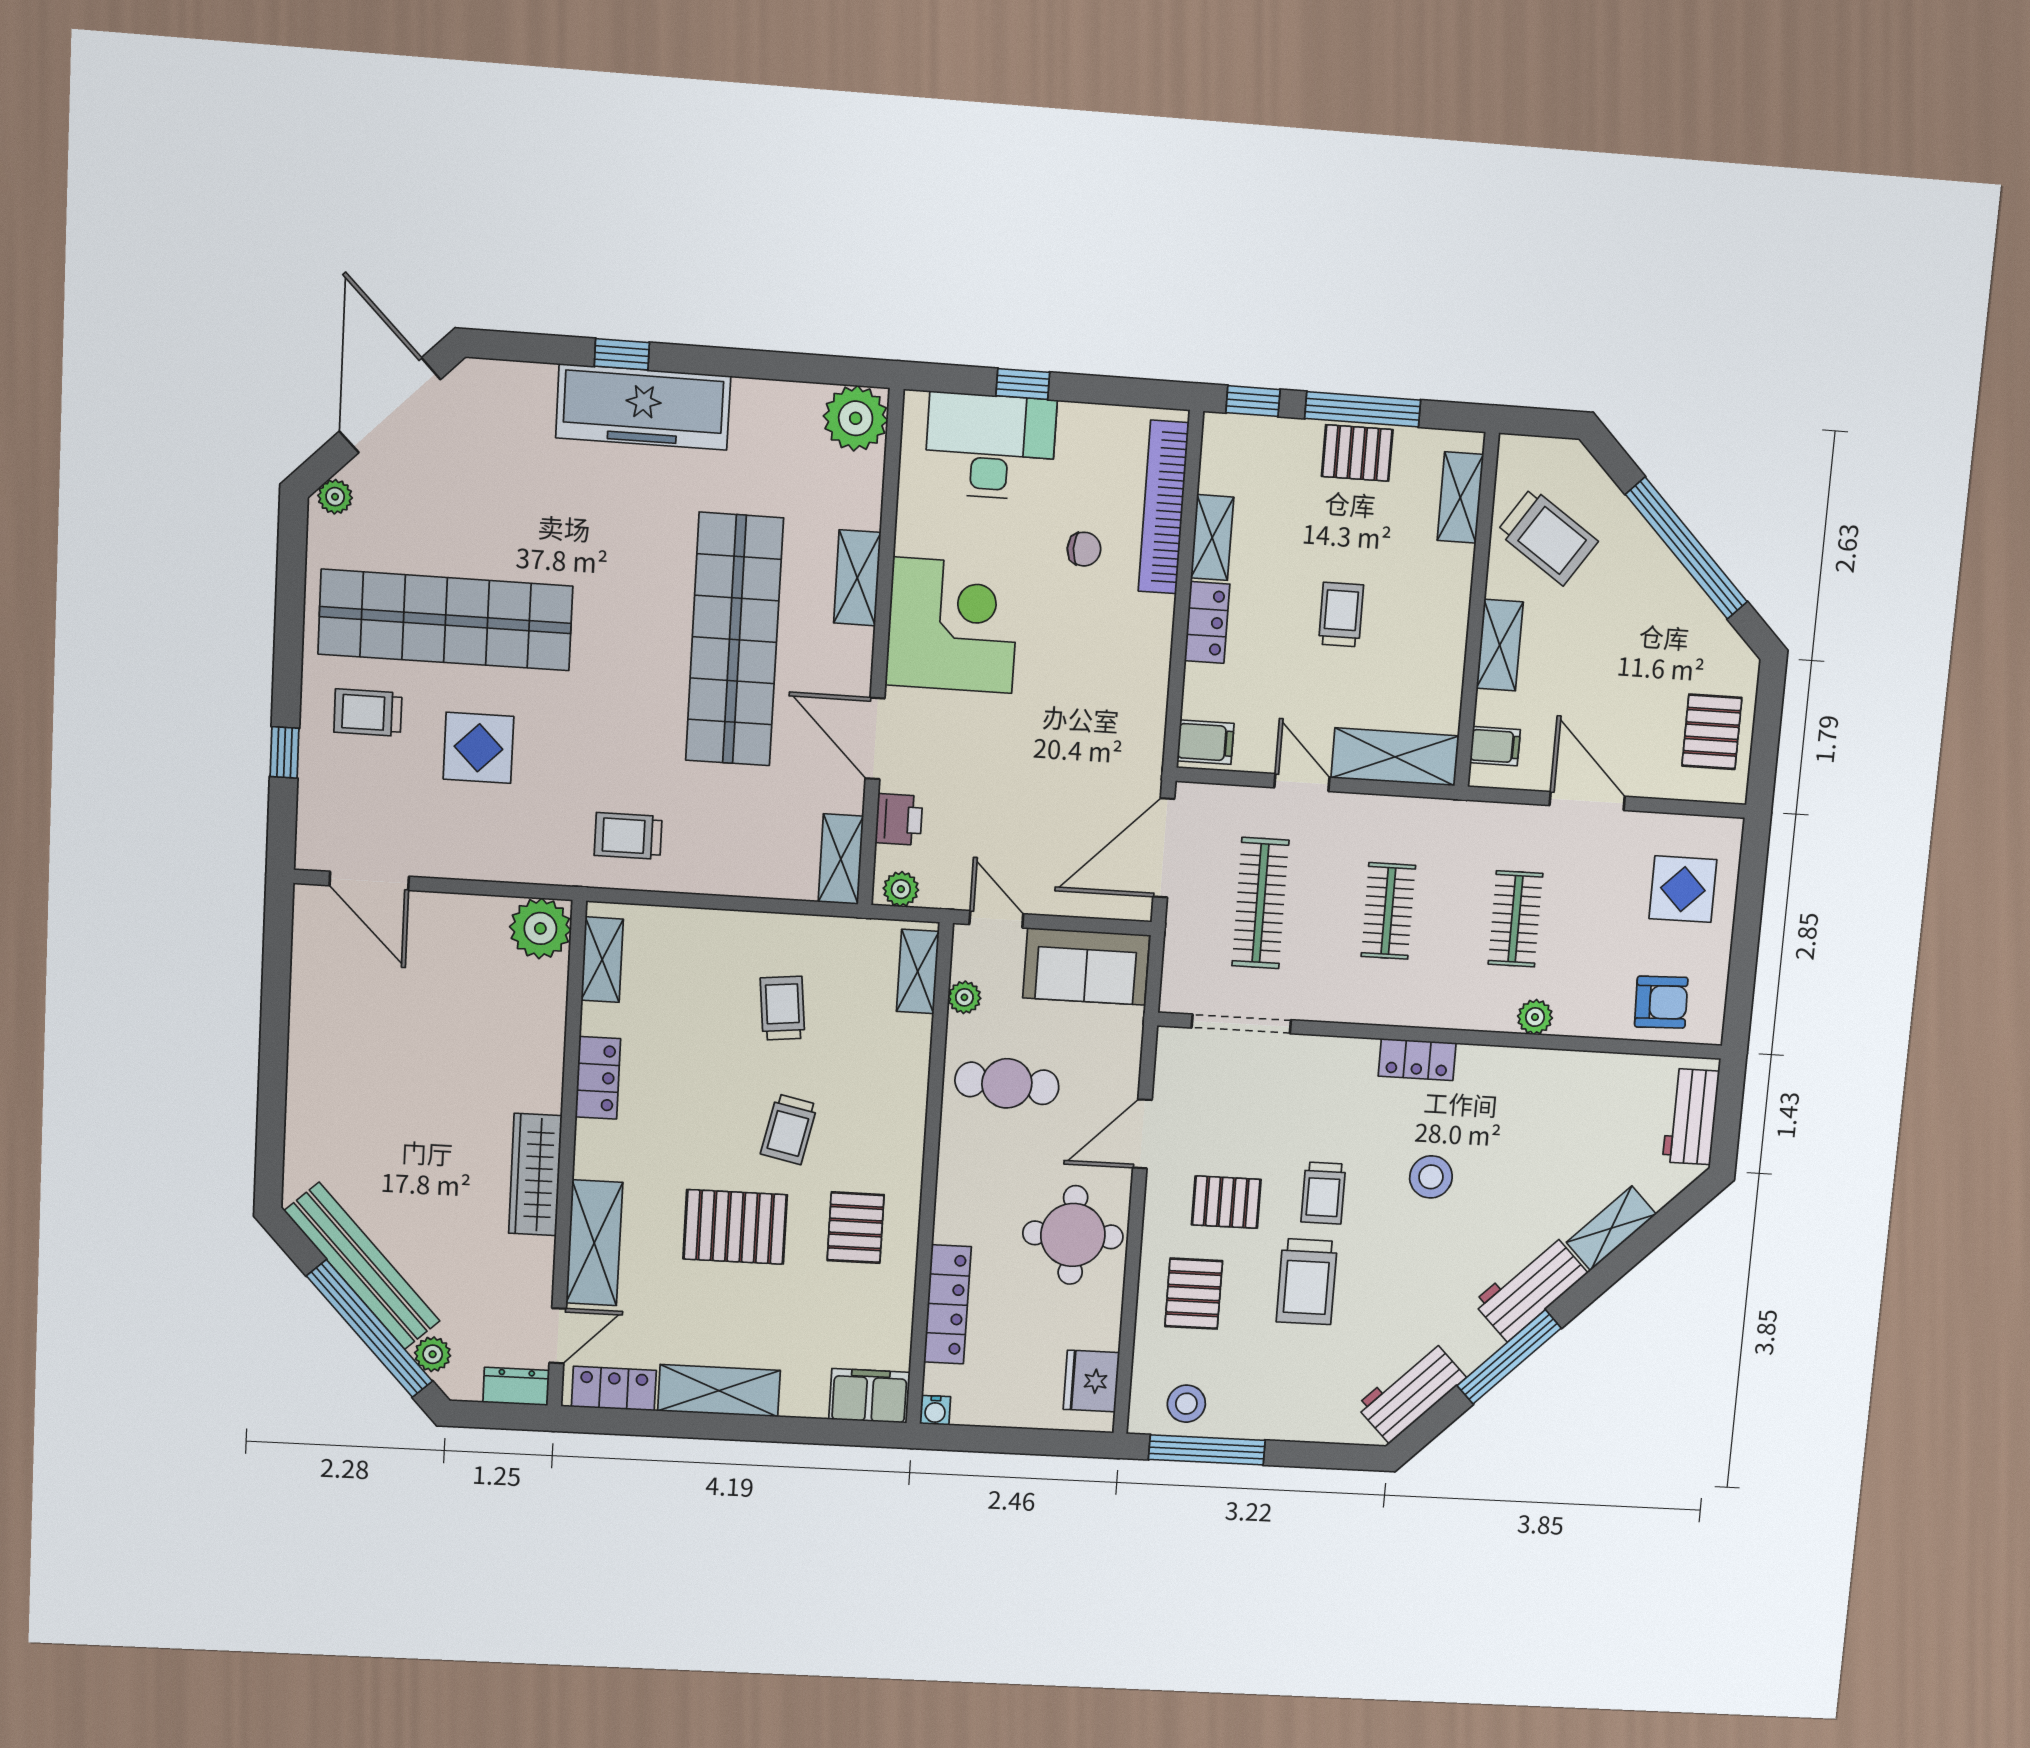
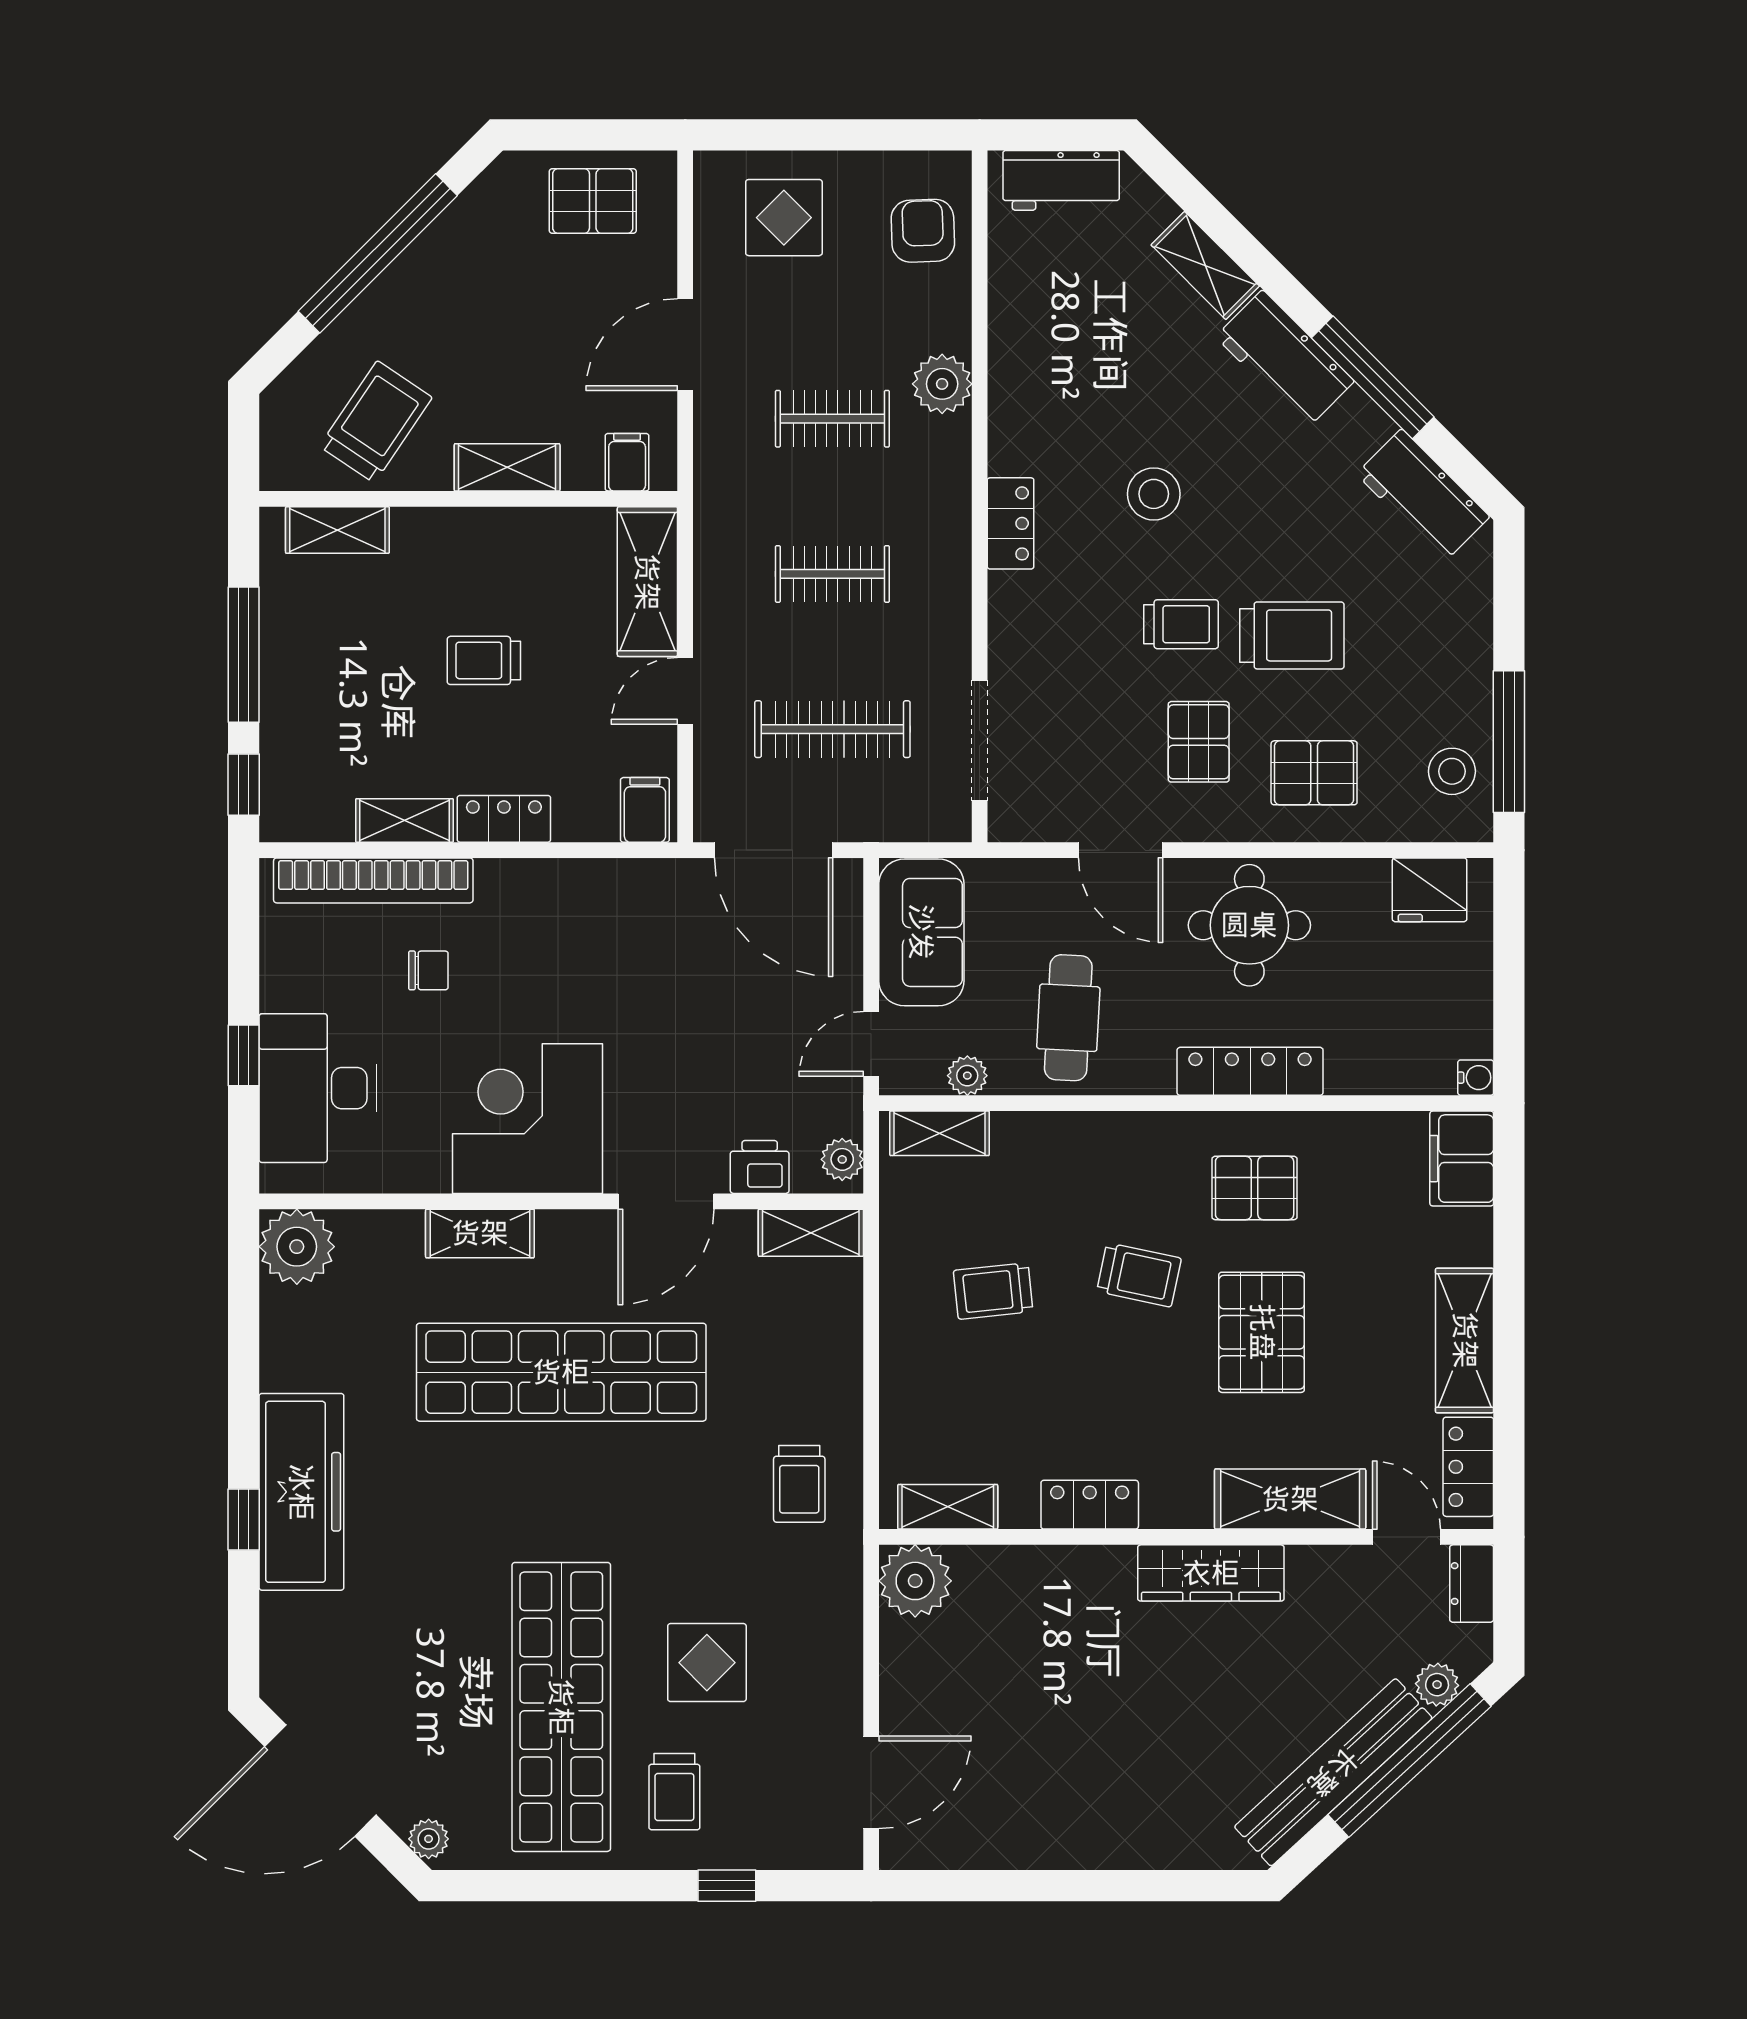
pallet: (1357, 453) -> (295, 657), removed
chair: (1084, 549) -> (428, 970), turned 90
plant: (1535, 1017) -> (942, 384), width x1.38, depth x1.38
locker: (947, 1304) -> (1250, 1071), moved

